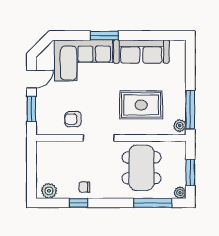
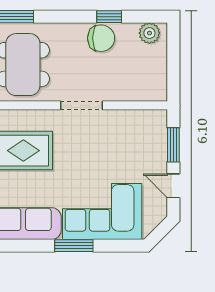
door: (31, 79) -> (173, 186), hinge flipped
armchair: (73, 119) -> (117, 131), removed
chair: (84, 187) -> (101, 38), width x1.87, depth x1.87

